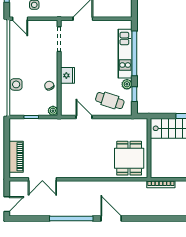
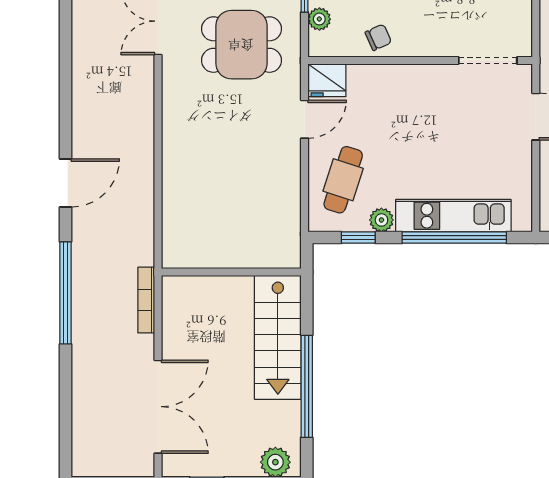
fridge: (68, 75) -> (327, 80), moved
plant: (53, 111) -> (319, 19), moved
dining table: (129, 158) -> (241, 45), moved
window: (71, 219) -> (66, 293), moved

